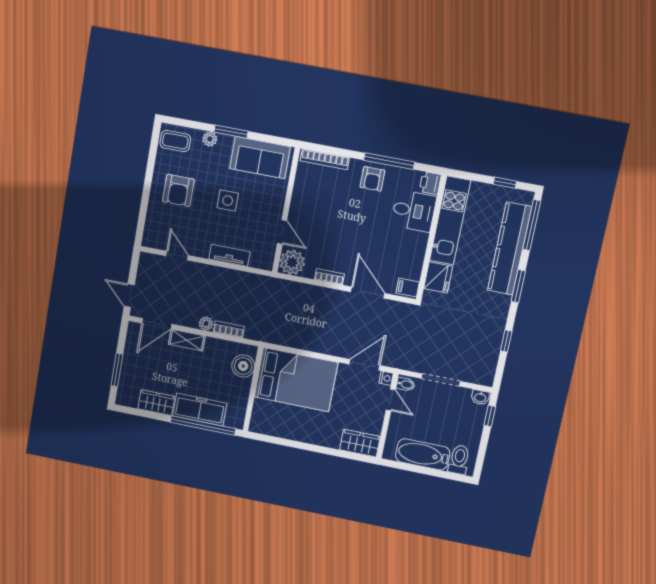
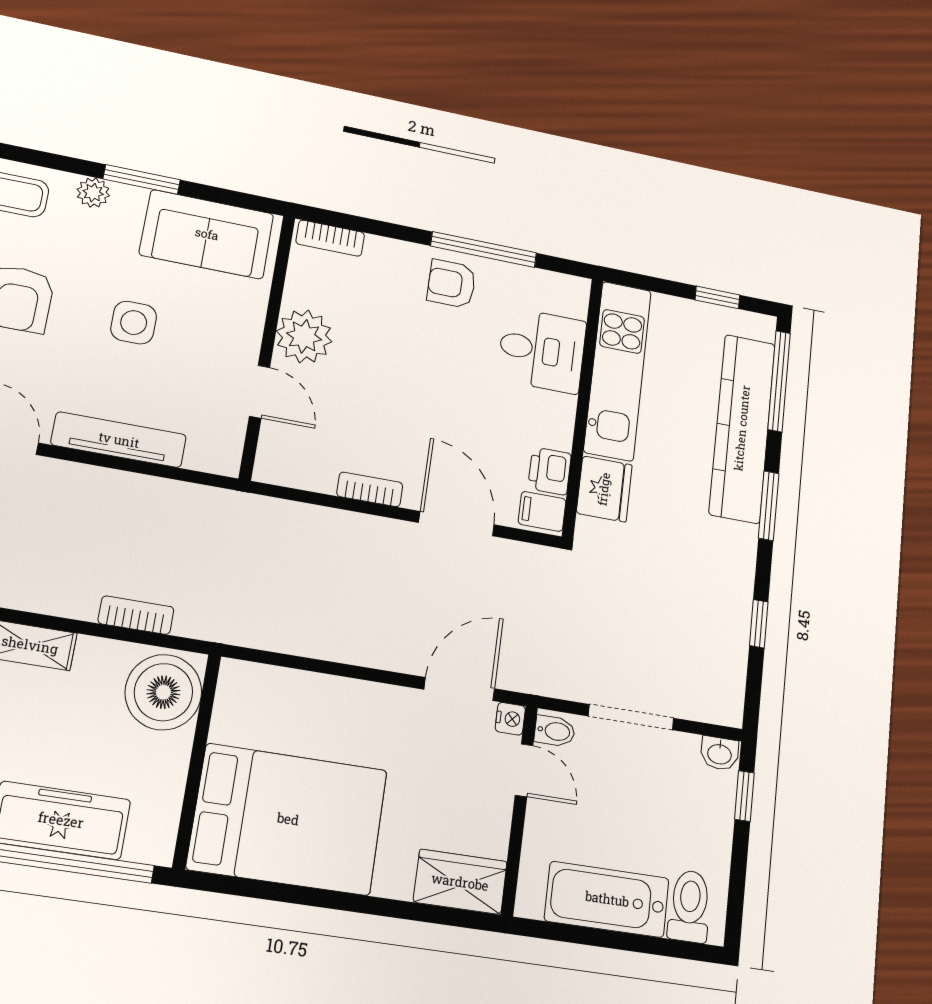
bookcase: (325, 159) -> (330, 238), width x0.64
armchair: (372, 179) -> (452, 284), turned 90
printer: (430, 183) -> (550, 471), moved
tv unit: (229, 255) -> (119, 440), width x1.41
plant: (292, 262) -> (304, 336), moved
plant: (206, 324) -> (80, 603), removed
boiler: (243, 366) -> (163, 692), width x1.37, depth x1.37
bed: (296, 380) -> (288, 819), moved

